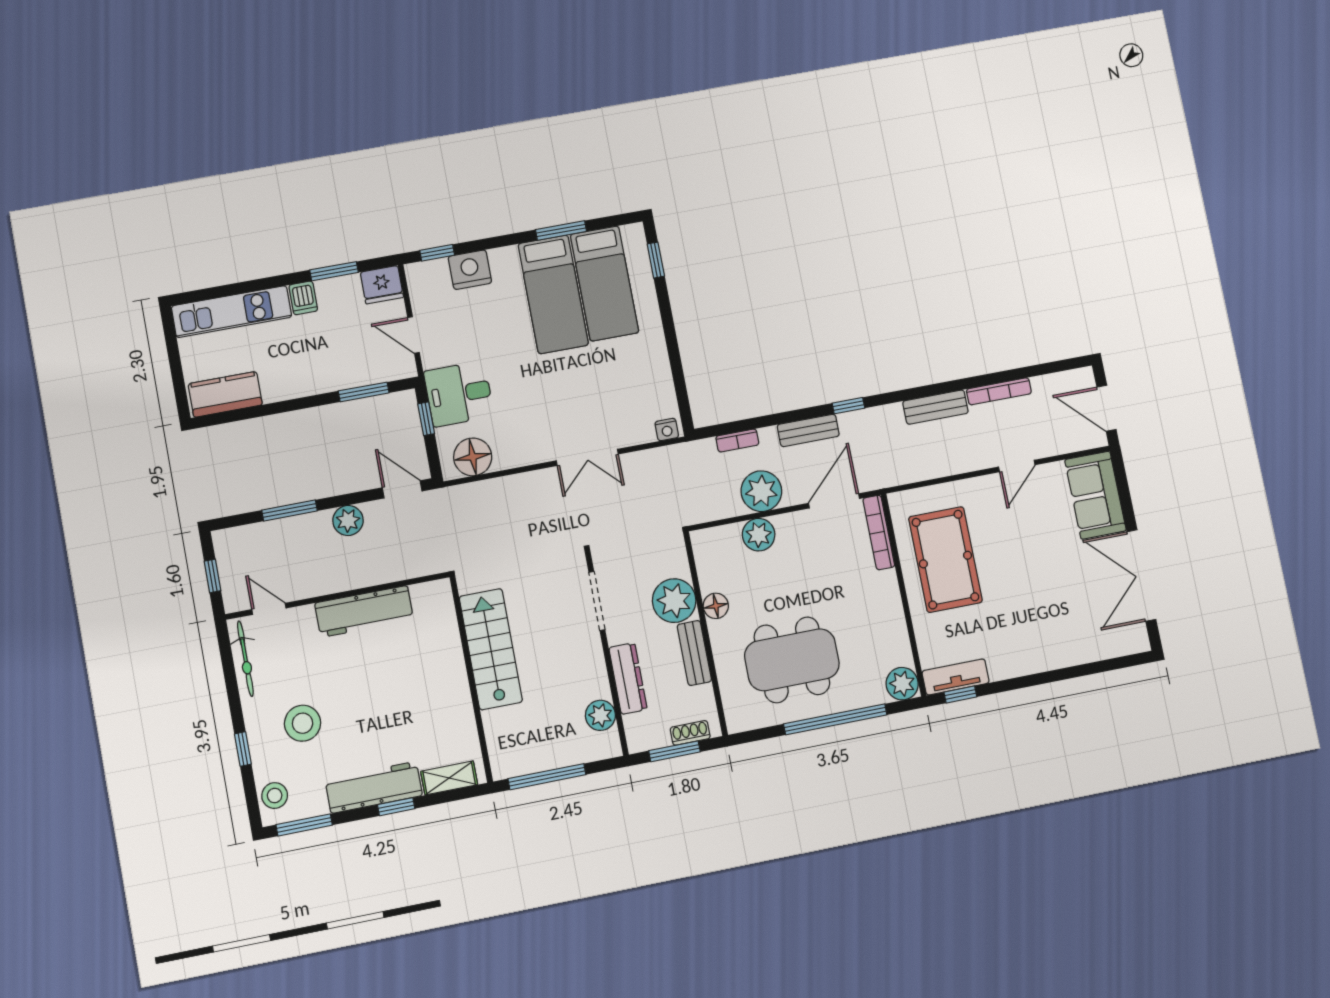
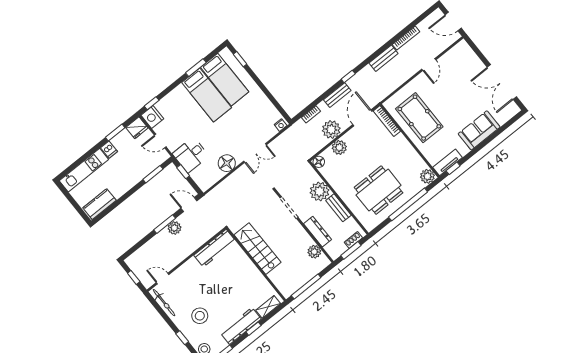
nightstand: (470, 270) -> (152, 117), moved, turned -90
floor lamp: (473, 457) -> (227, 163), moved
sofa: (1095, 495) -> (479, 130), moved, turned 90
window: (289, 510) -> (165, 224), moved
floor lamp: (716, 606) -> (319, 162), moved
workbench: (364, 611) -> (215, 248), moved

